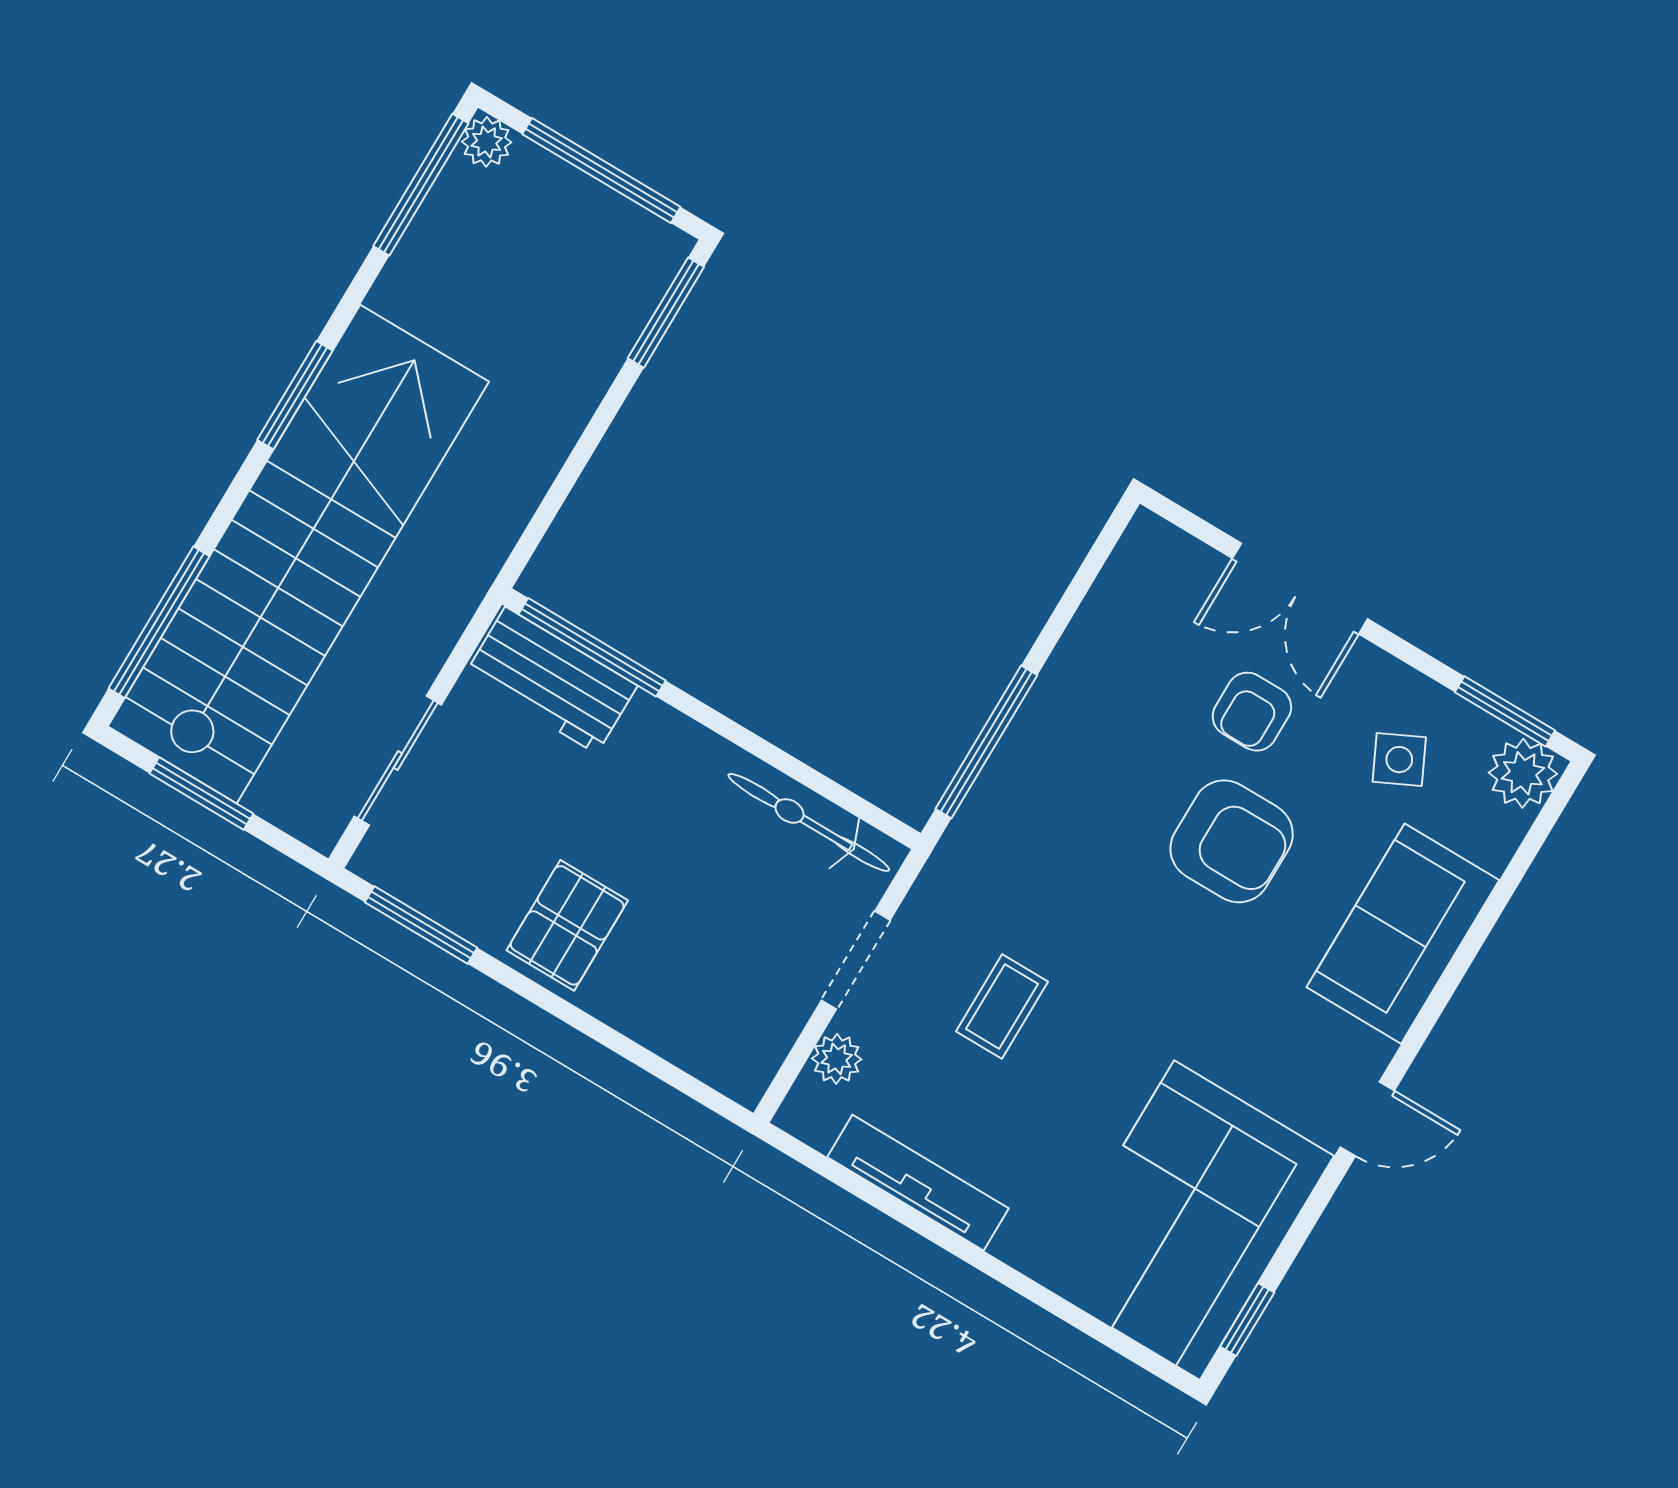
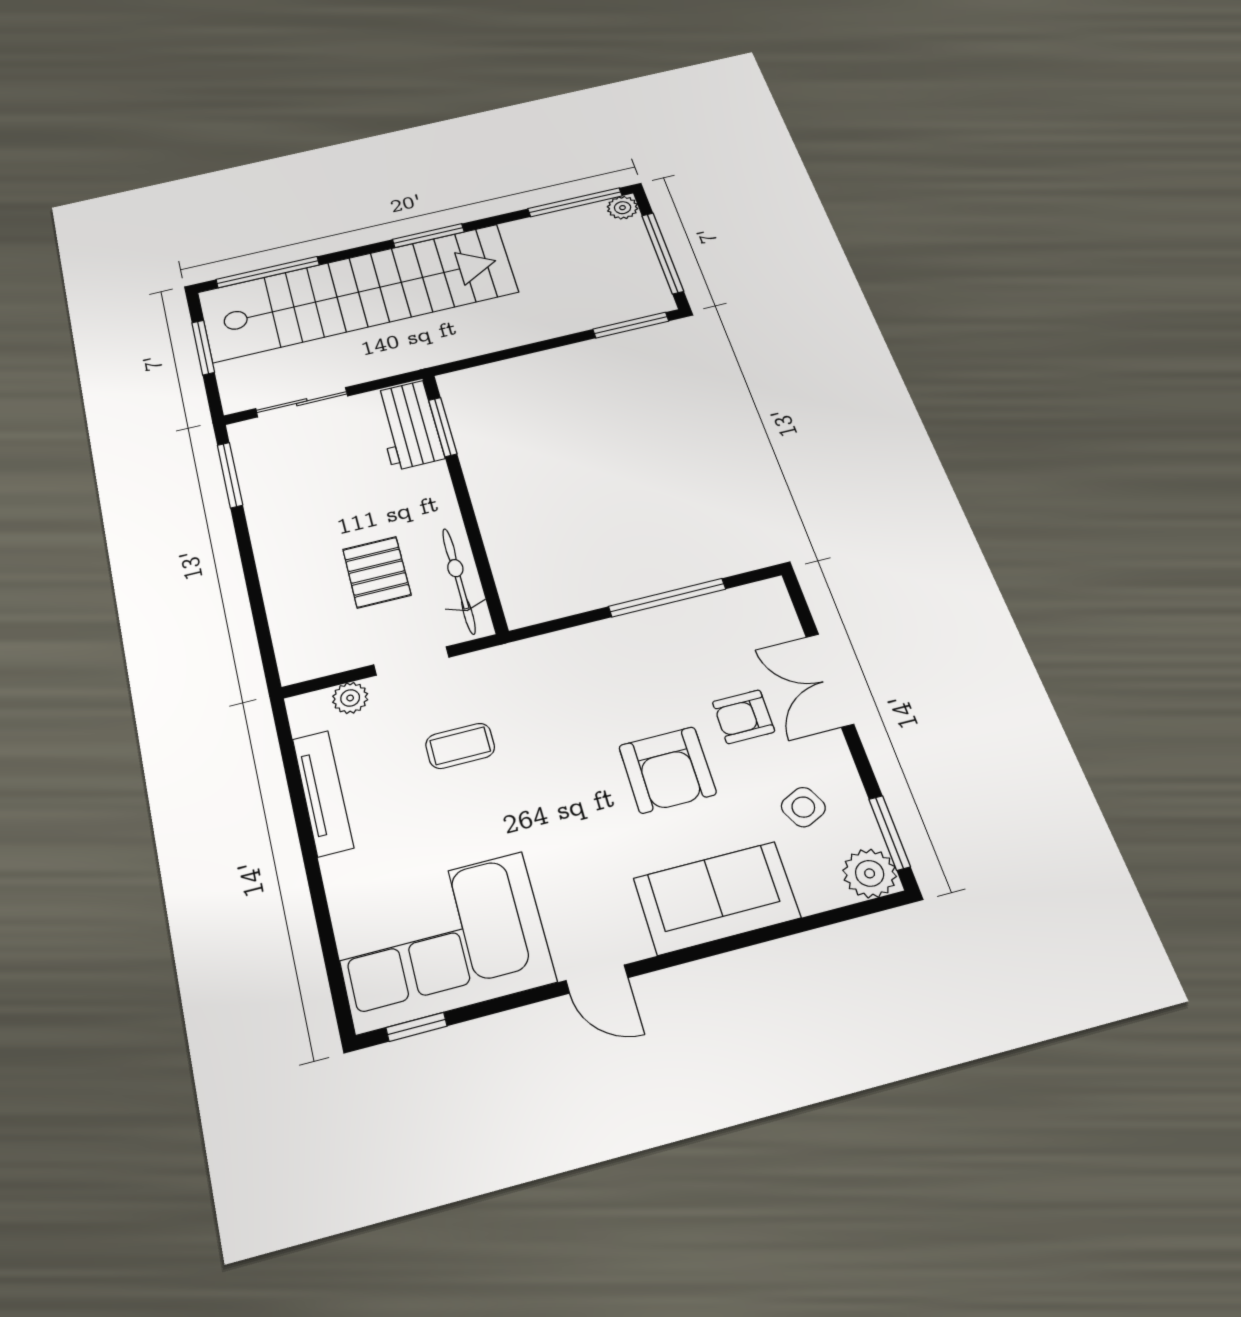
window: (592, 647) -> (443, 427), width x0.69
window: (986, 742) -> (667, 598), moved
pallet: (567, 925) -> (377, 572), moved, turned 90

